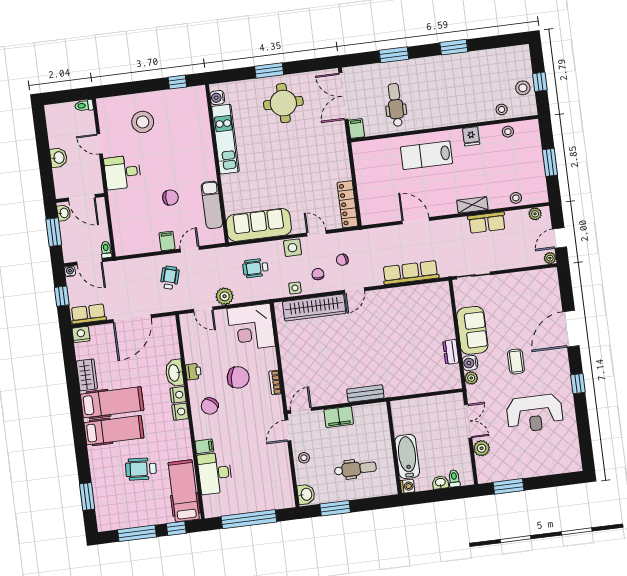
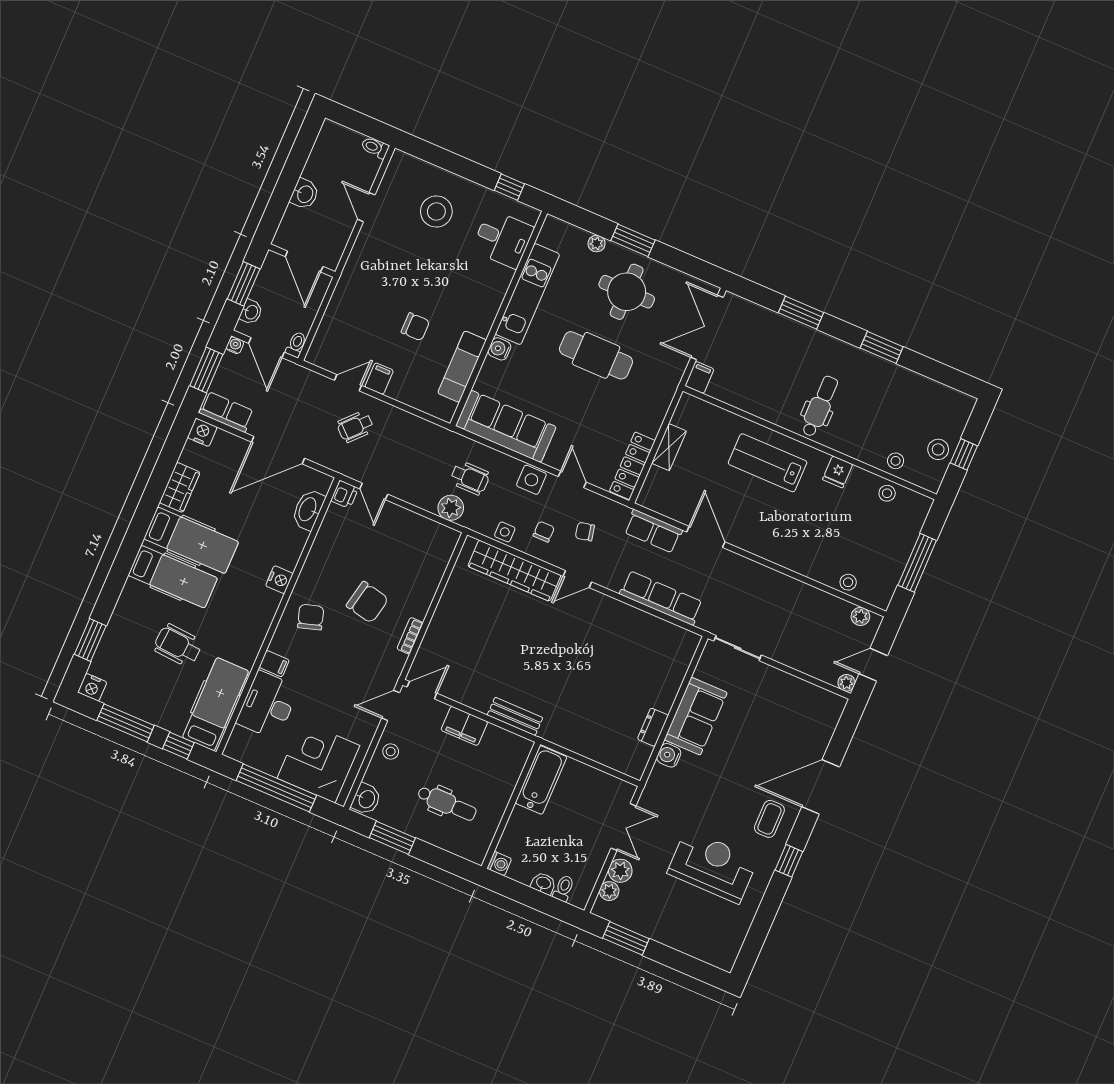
plant: (249, 85) -> (597, 244), added
water cooler: (217, 98) -> (499, 349), moved
dental chair: (396, 105) -> (820, 406), moved
cafe table: (287, 151) -> (596, 355), added
window: (550, 162) -> (917, 563), width x1.44
desk: (123, 172) -> (503, 239), moved, turned 180
shelving: (472, 205) -> (669, 447), moved, turned 90
washbasin: (64, 213) -> (251, 312), moved
row of seats: (487, 222) -> (653, 531), moved
door: (190, 249) -> (348, 383), moved
wheelchair: (255, 268) -> (470, 478), turned 180
wheelchair: (170, 278) -> (355, 427), turned -153
window: (62, 296) -> (206, 370), width x1.50
plant: (225, 296) -> (451, 508), moved
corner desk: (251, 327) -> (318, 762), moved, turned 90
coffee table: (516, 361) -> (769, 819), moved
printer: (193, 372) -> (345, 494), moved
washbasin: (174, 373) -> (308, 510), moved
plant: (471, 378) -> (609, 891), moved
chair: (210, 406) -> (311, 617), turned 122
nightstand: (180, 412) -> (92, 687), moved, turned 90
reception desk: (535, 413) -> (713, 866), turned 180
bathtub: (407, 456) -> (541, 780), moved

